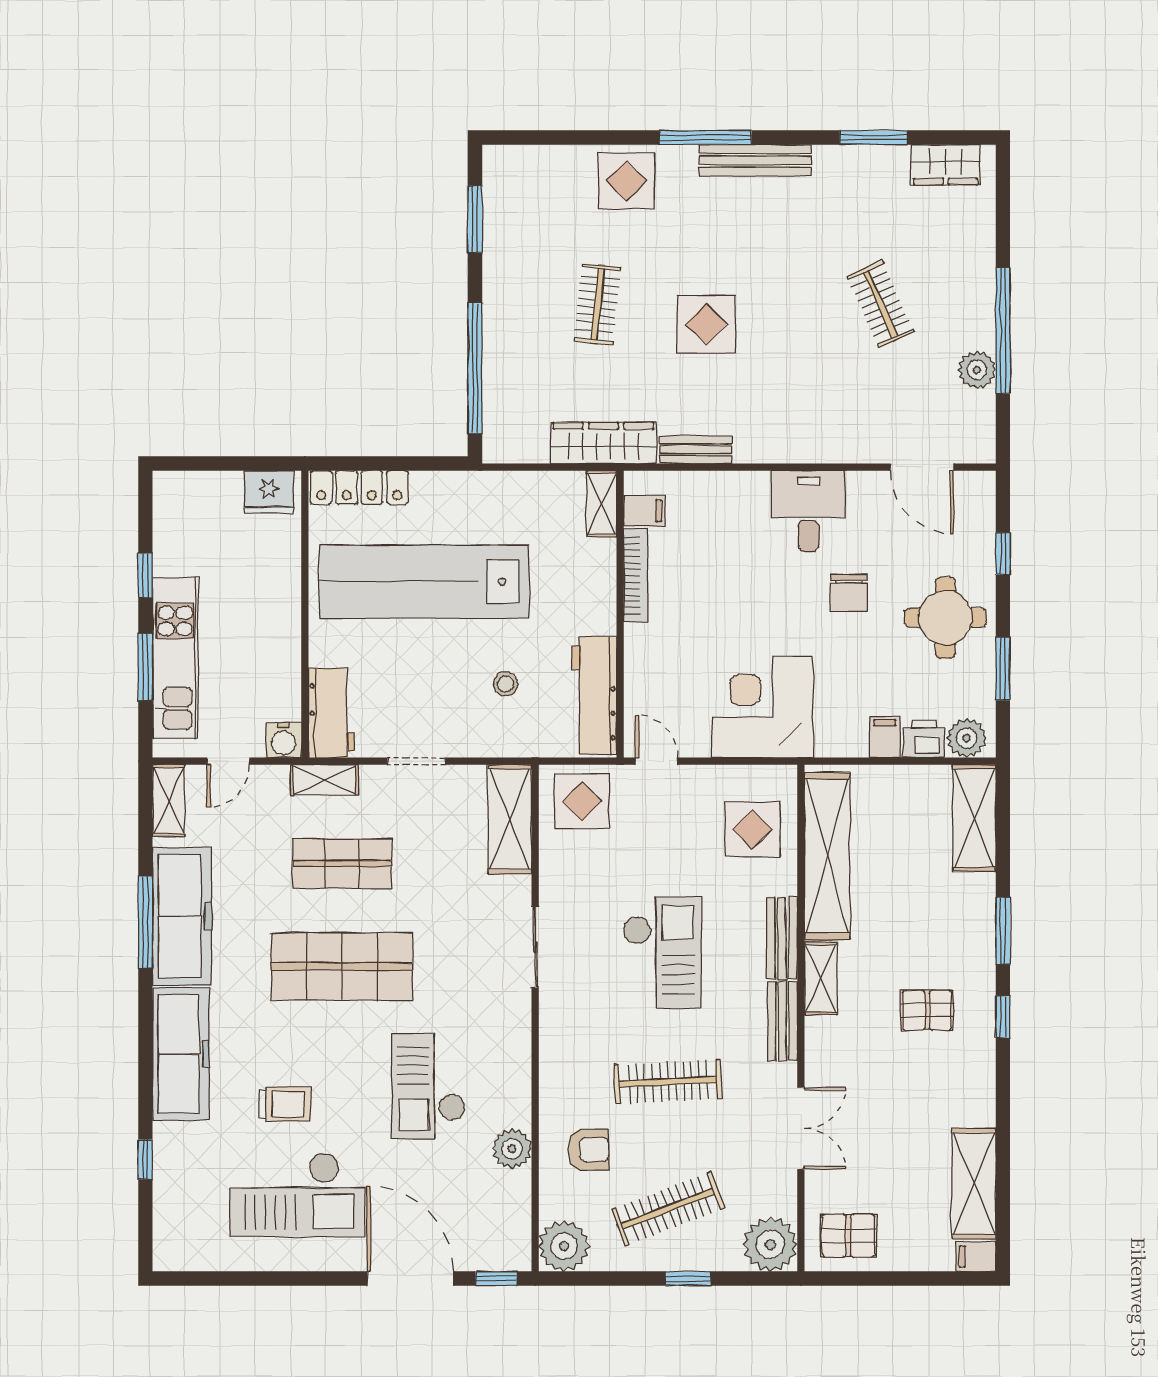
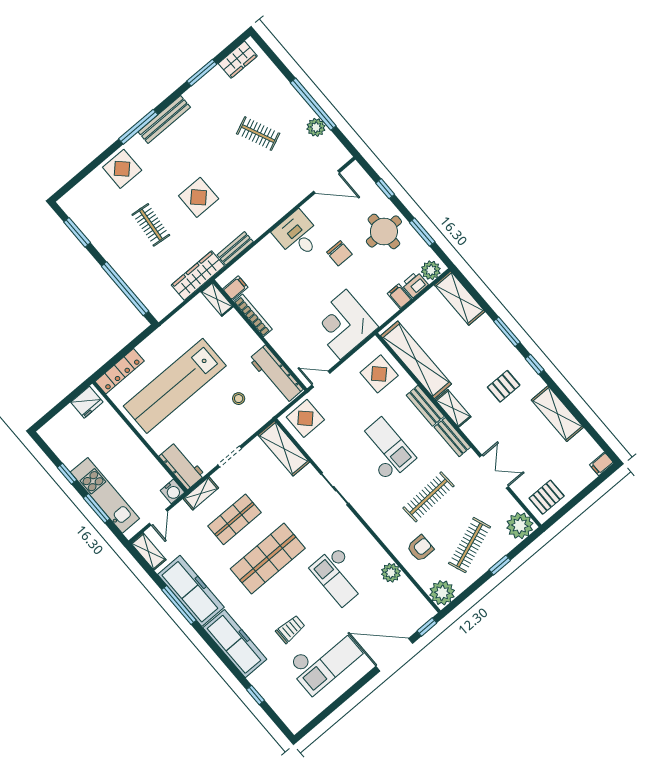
shelving: (974, 1184) -> (557, 414), moved

